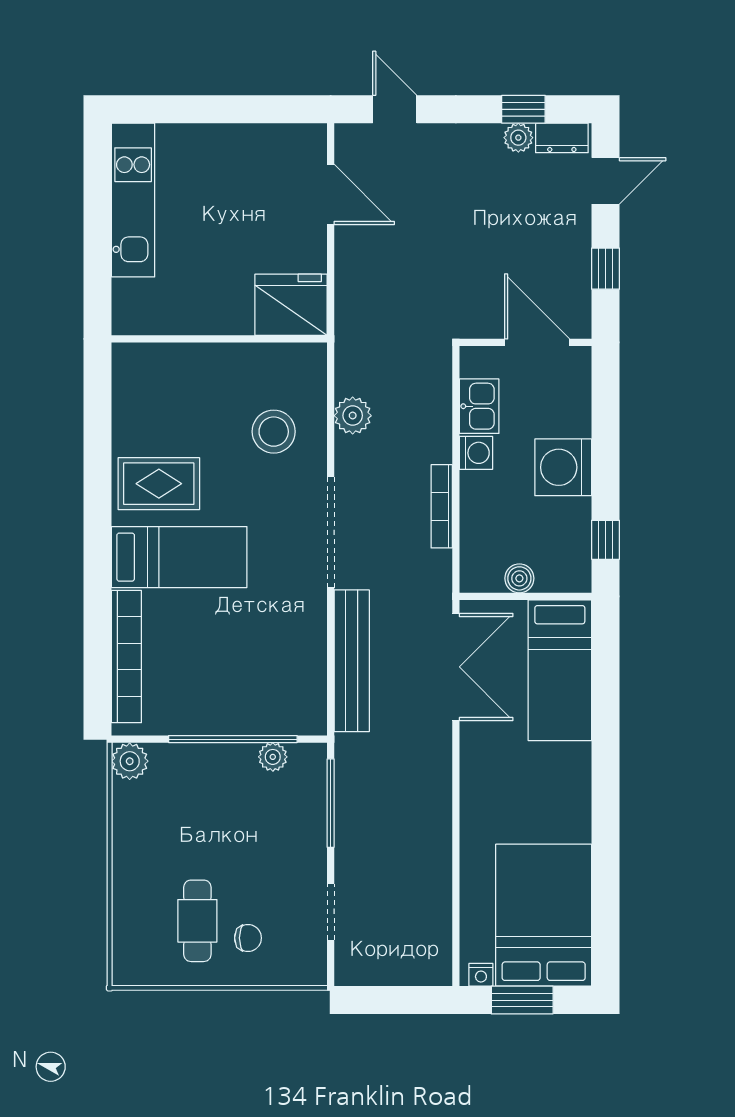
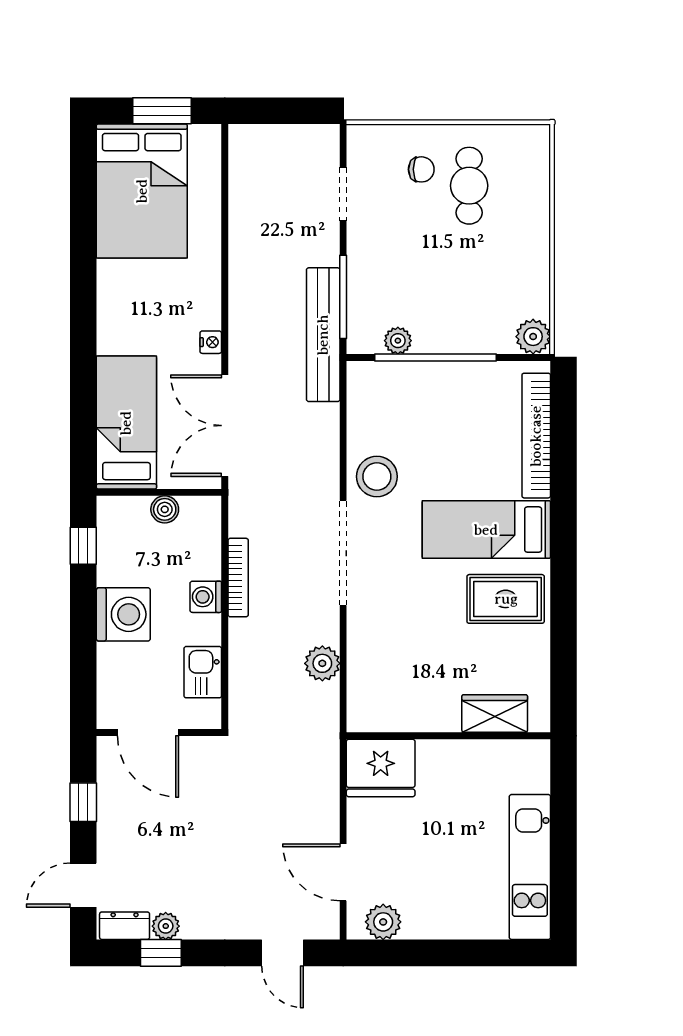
plant: (288, 142) -> (383, 922), added
wardrobe: (170, 362) -> (495, 714), added
stool: (274, 432) -> (377, 477), moved
washing machine: (476, 453) -> (206, 597), moved
bench: (352, 661) -> (323, 335), moved
chair: (248, 938) -> (421, 169), turned 180
nightstand: (481, 975) -> (211, 342), moved, turned 90

